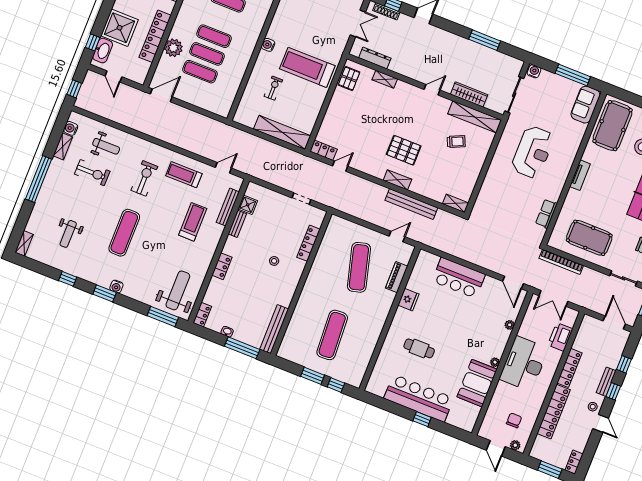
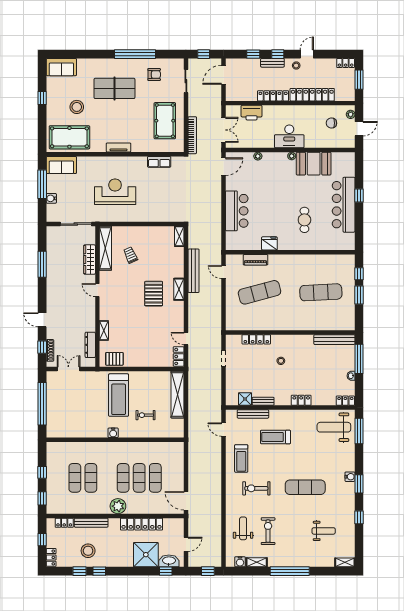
plant: (173, 48) -> (118, 506), moved
water cooler: (534, 71) -> (51, 198), moved
desk: (524, 364) -> (289, 136), width x0.73, depth x0.77

